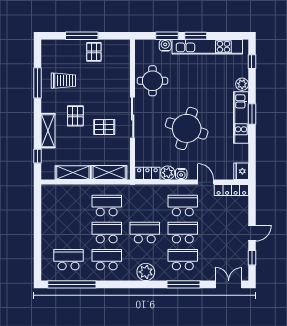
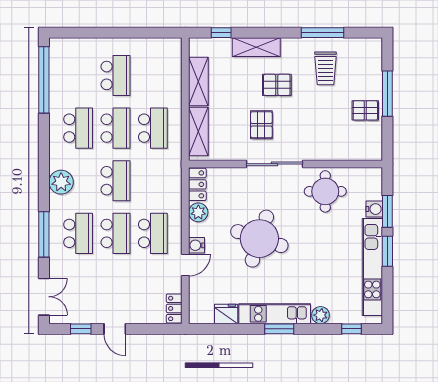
fridge: (241, 171) -> (226, 314), moved
water cooler: (181, 174) -> (197, 245), moved
locker: (231, 190) -> (174, 308), width x0.66
school desk: (69, 260) -> (115, 75), moved

